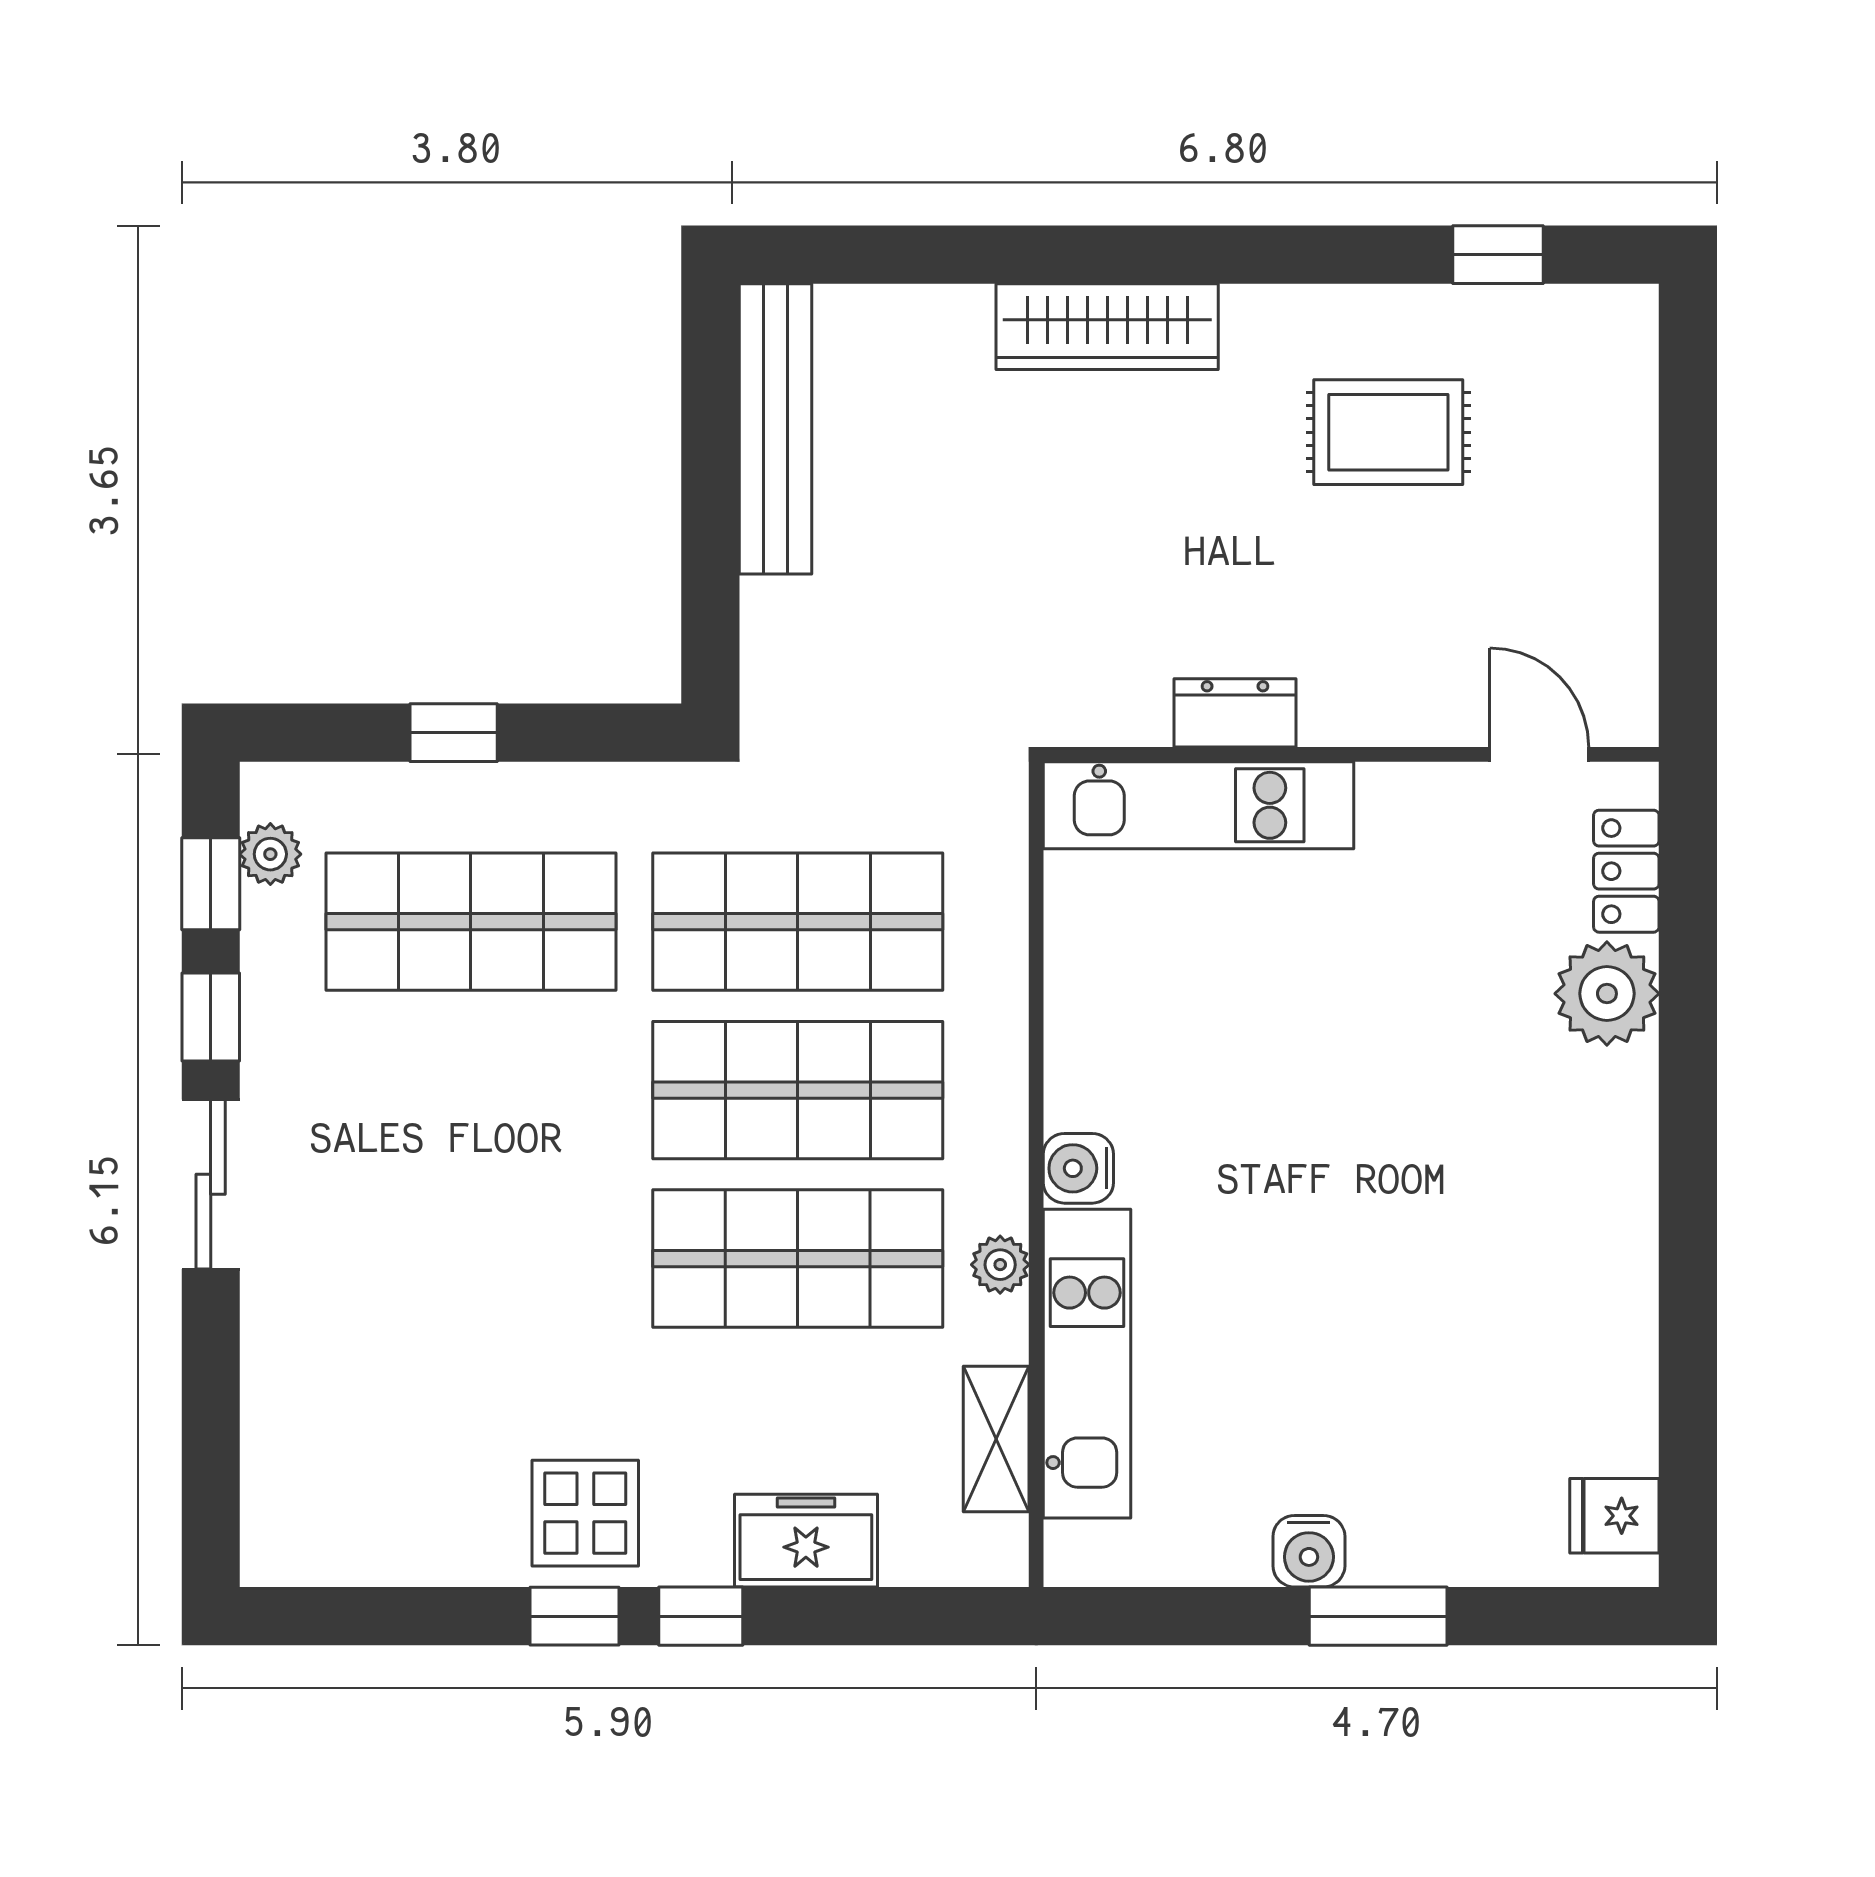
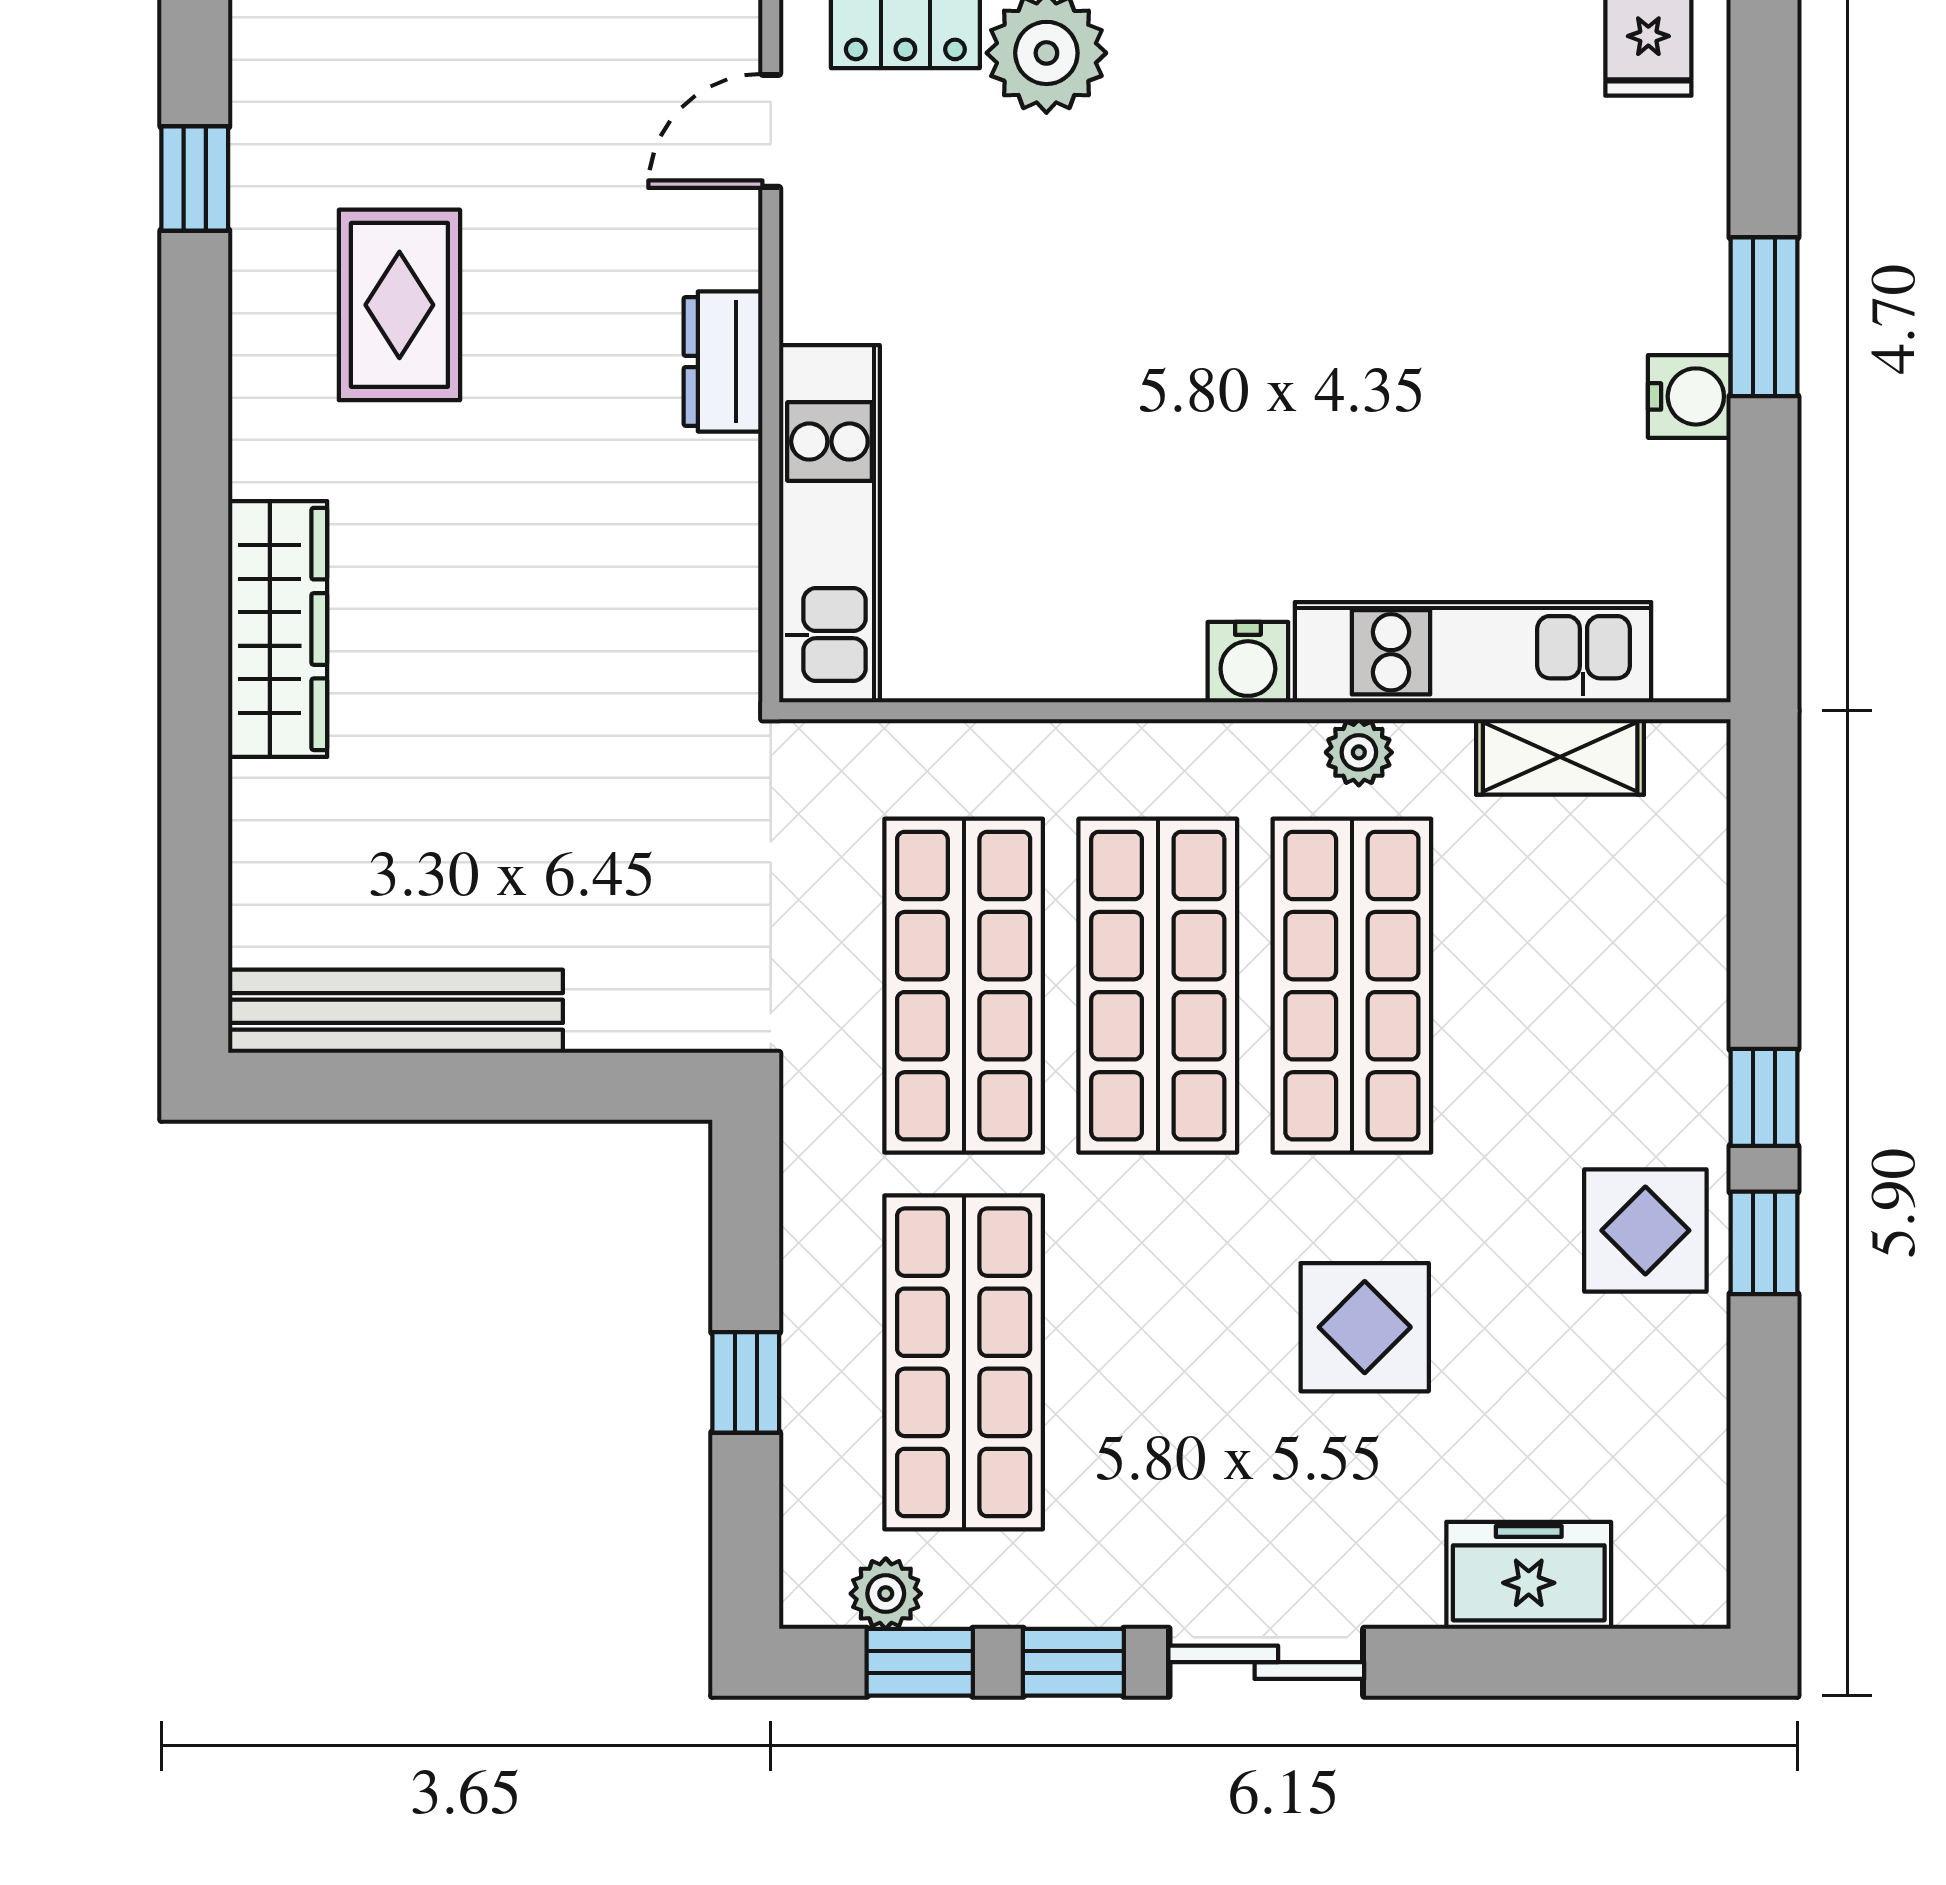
dresser: (1235, 713) -> (723, 361), moved
display table: (501, 1270) -> (1365, 1327), added
freezer: (806, 1541) -> (1529, 1575), moved, turned 90

